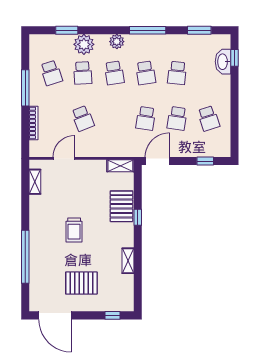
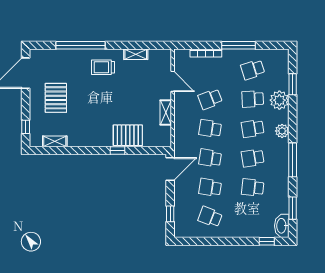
washbasin: (223, 62) -> (282, 226), moved, turned -90
school desk: (114, 118) -> (210, 128), added
school desk: (209, 118) -> (210, 217), turned 39
door: (157, 161) -> (170, 169), hinge flipped
shelving: (120, 166) -> (166, 112), moved
shelving: (35, 182) -> (136, 54), moved
trolley: (74, 230) -> (103, 67), moved
shelving: (128, 261) -> (55, 141), moved

